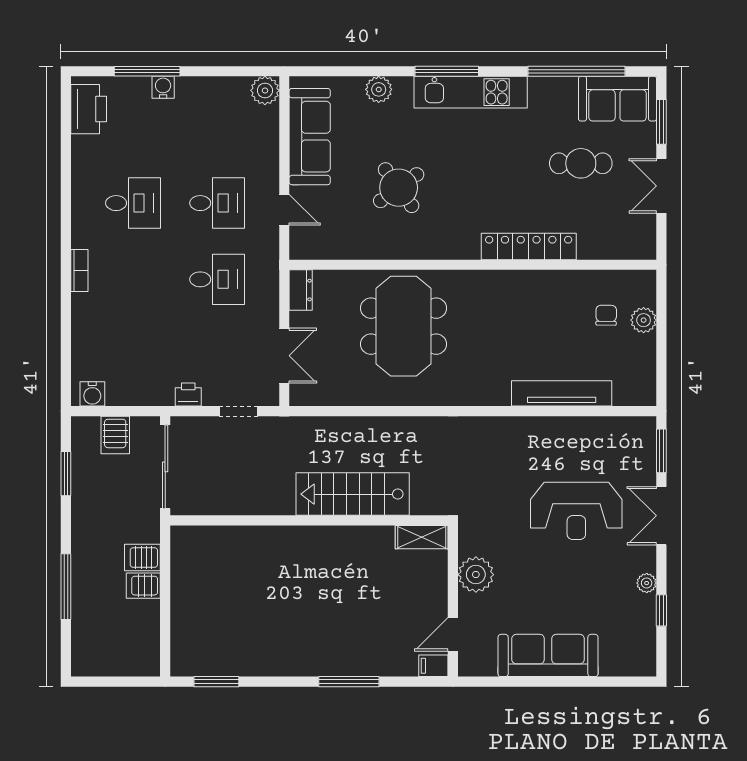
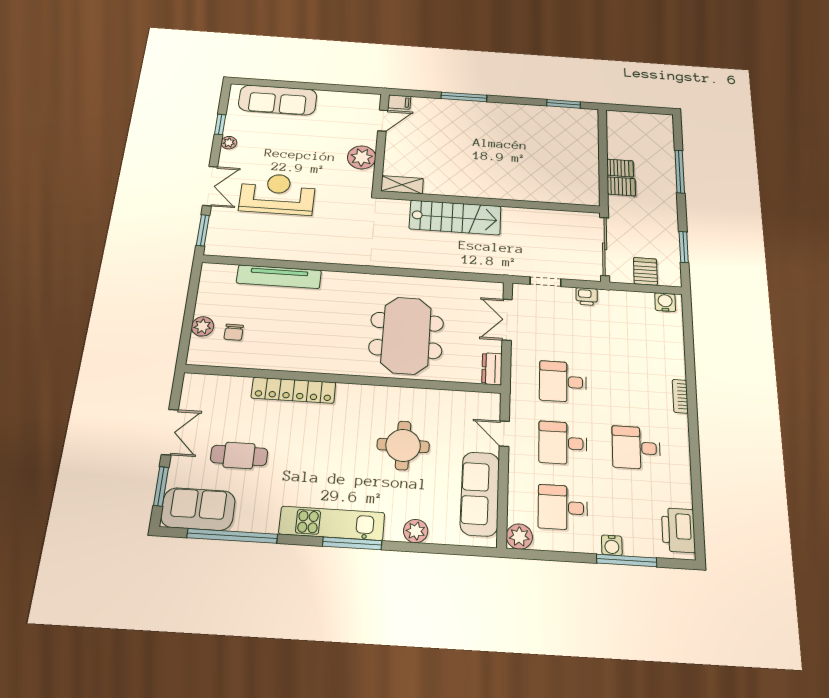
desk: (217, 127) -> (563, 507), added
round table: (399, 188) -> (403, 445), turned 36
sofa: (548, 655) -> (278, 100), moved

